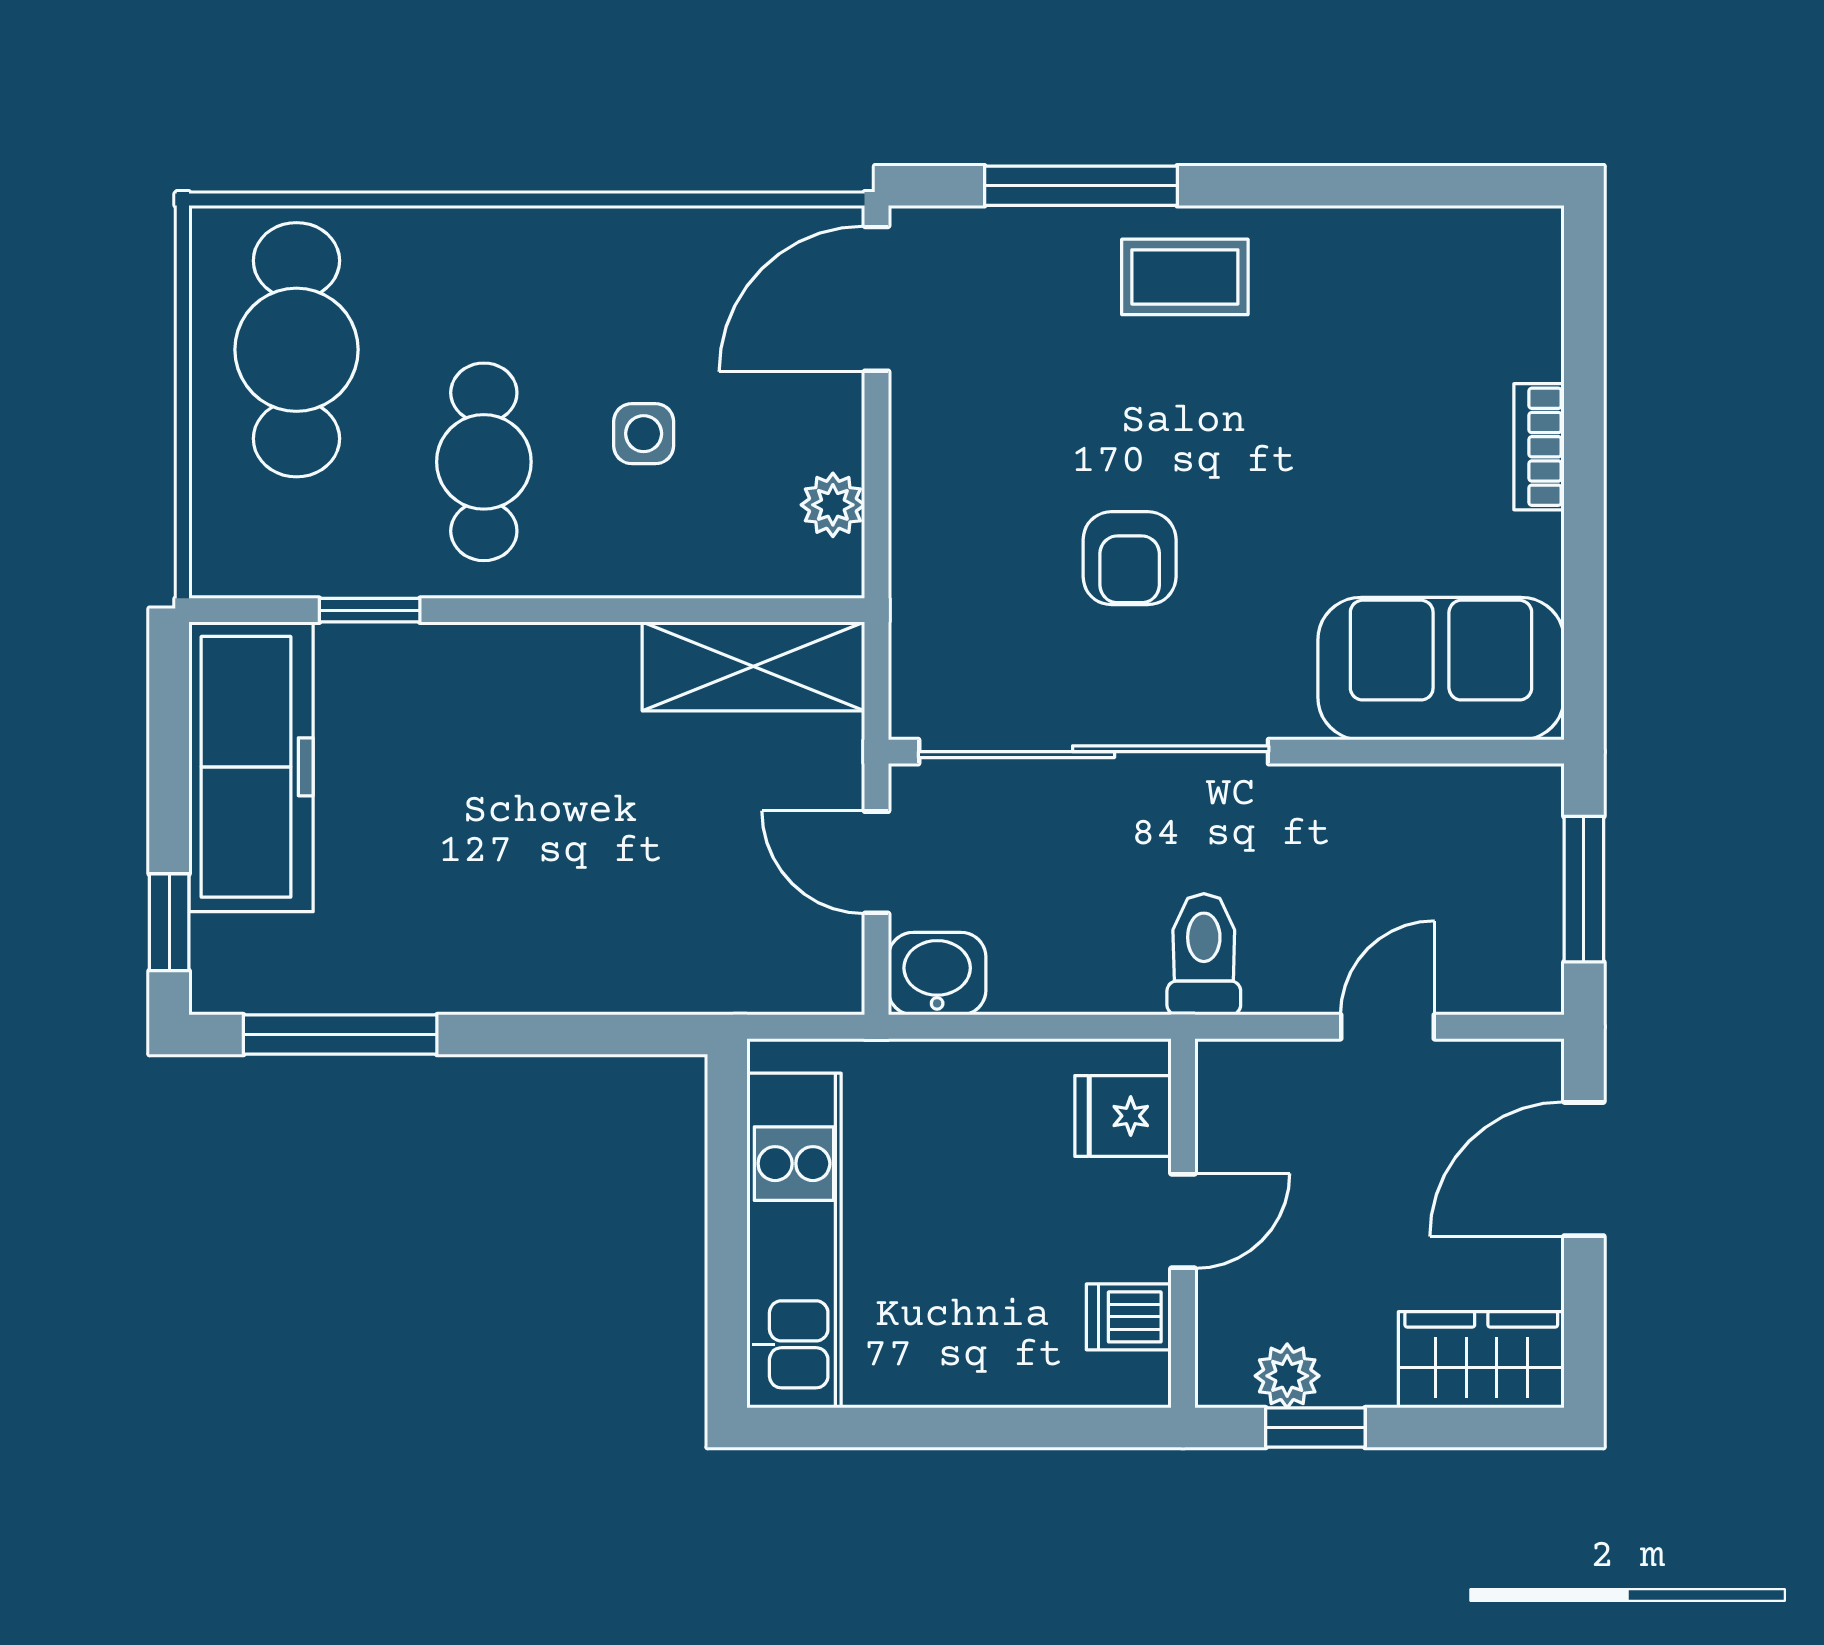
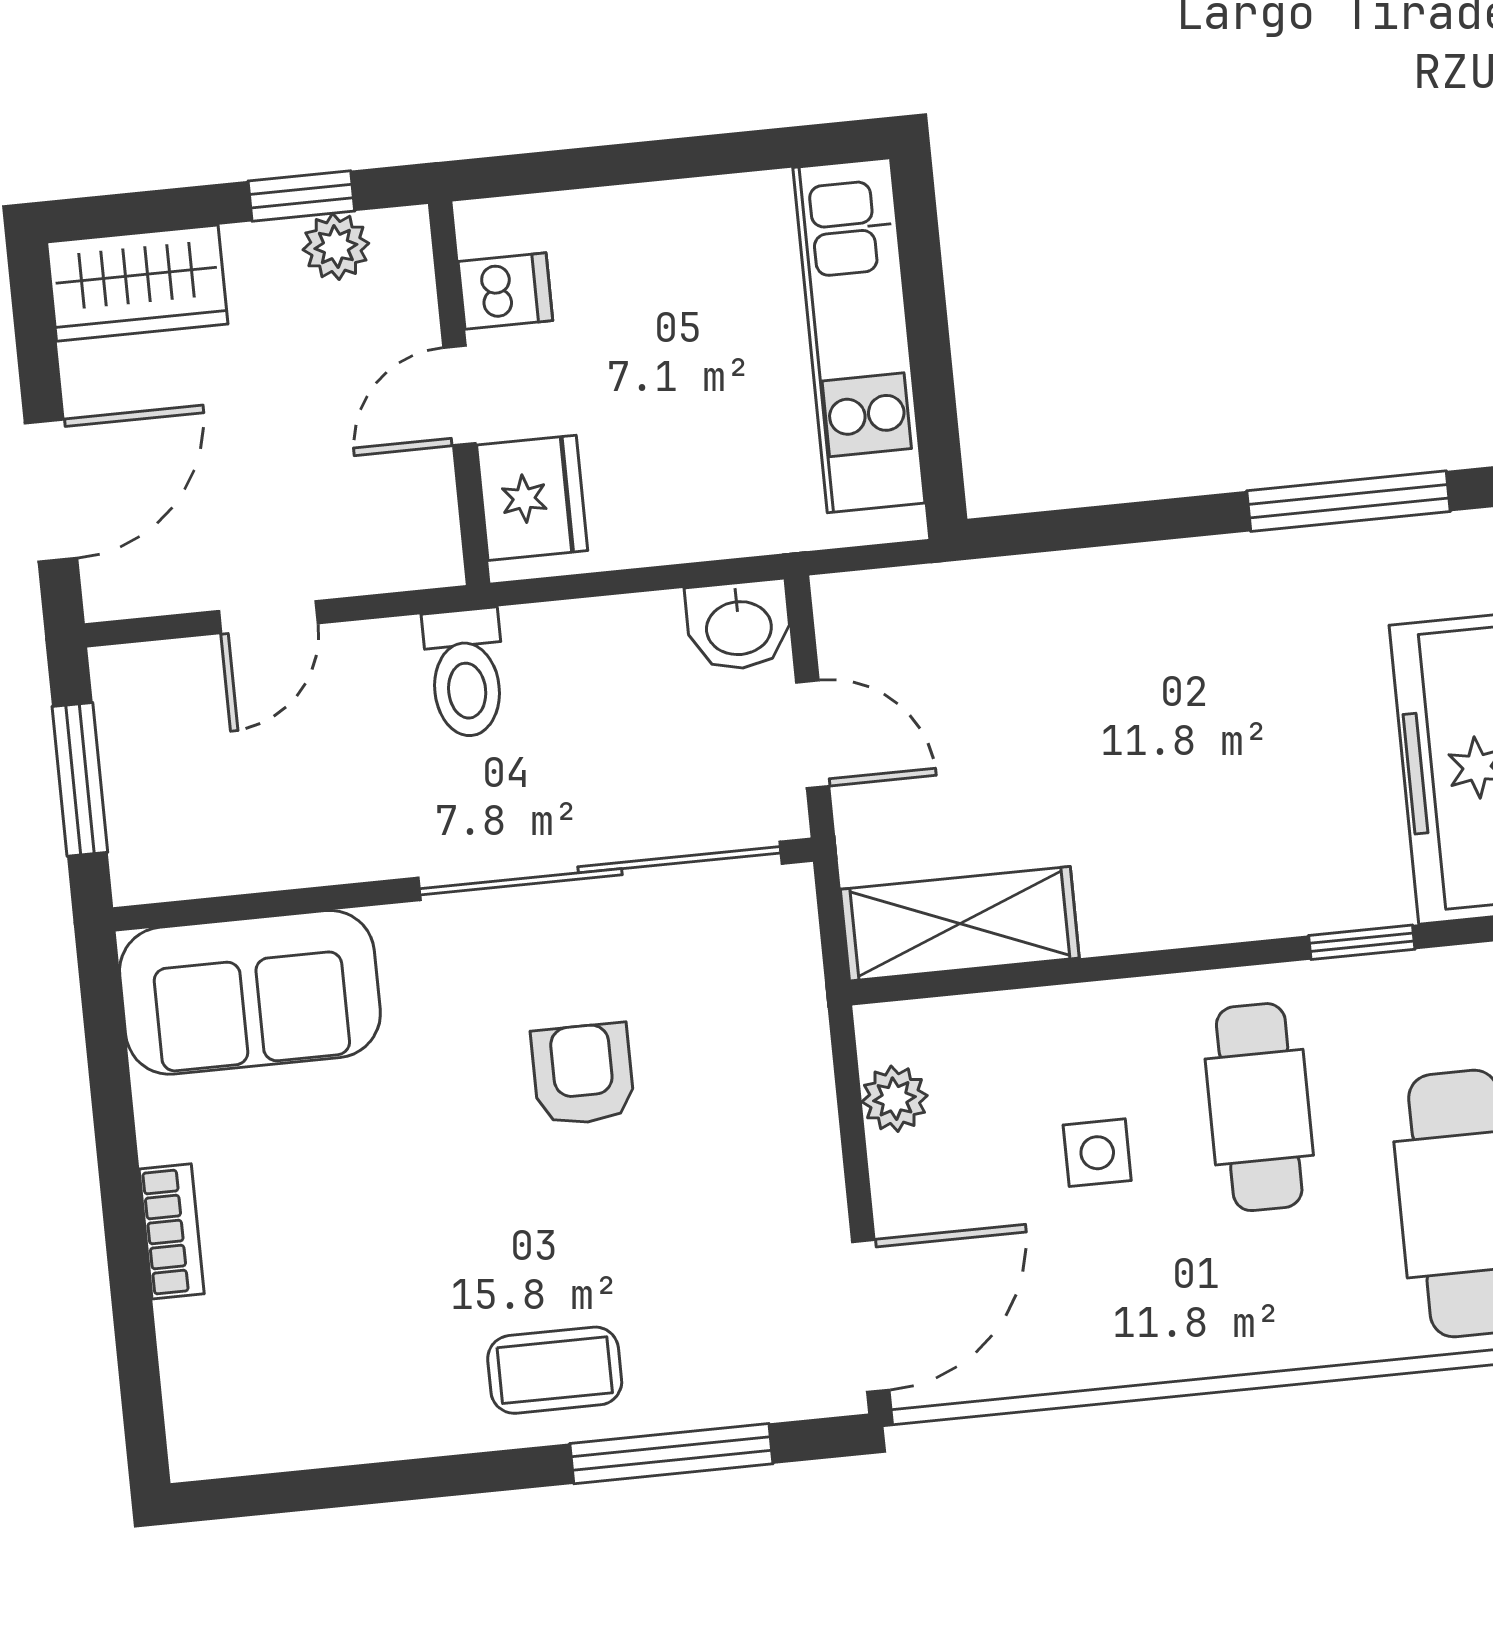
fridge: (1123, 1116) -> (532, 498), width x1.38

